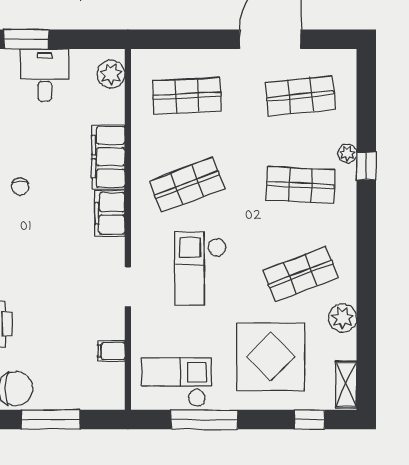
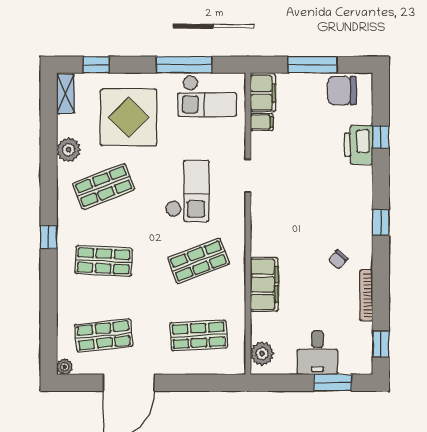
plant: (347, 154) -> (65, 367), moved
window: (366, 166) -> (49, 237), moved
chair: (20, 187) -> (338, 259), turned -139
filing cabinet: (110, 213) -> (263, 93), moved

